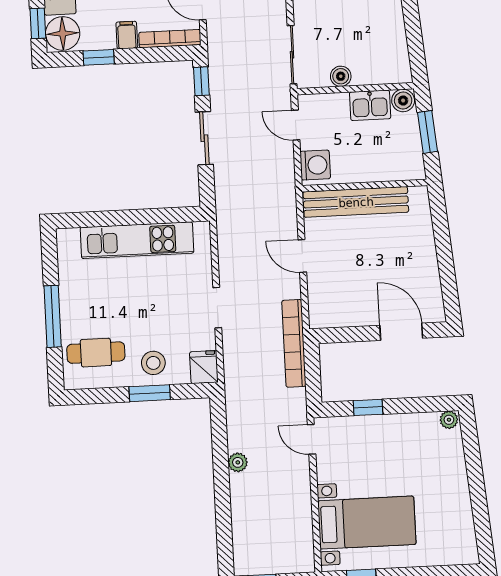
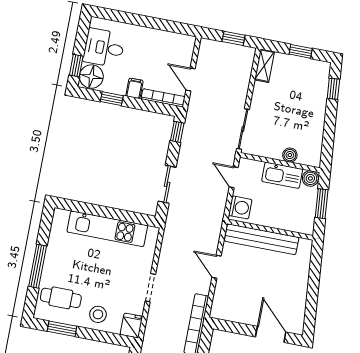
boiler: (341, 76) -> (290, 155), moved
kitchen sink: (370, 105) -> (282, 175), width x1.38
sliding door: (204, 138) -> (167, 184), moved
window: (150, 393) -> (62, 329), moved

